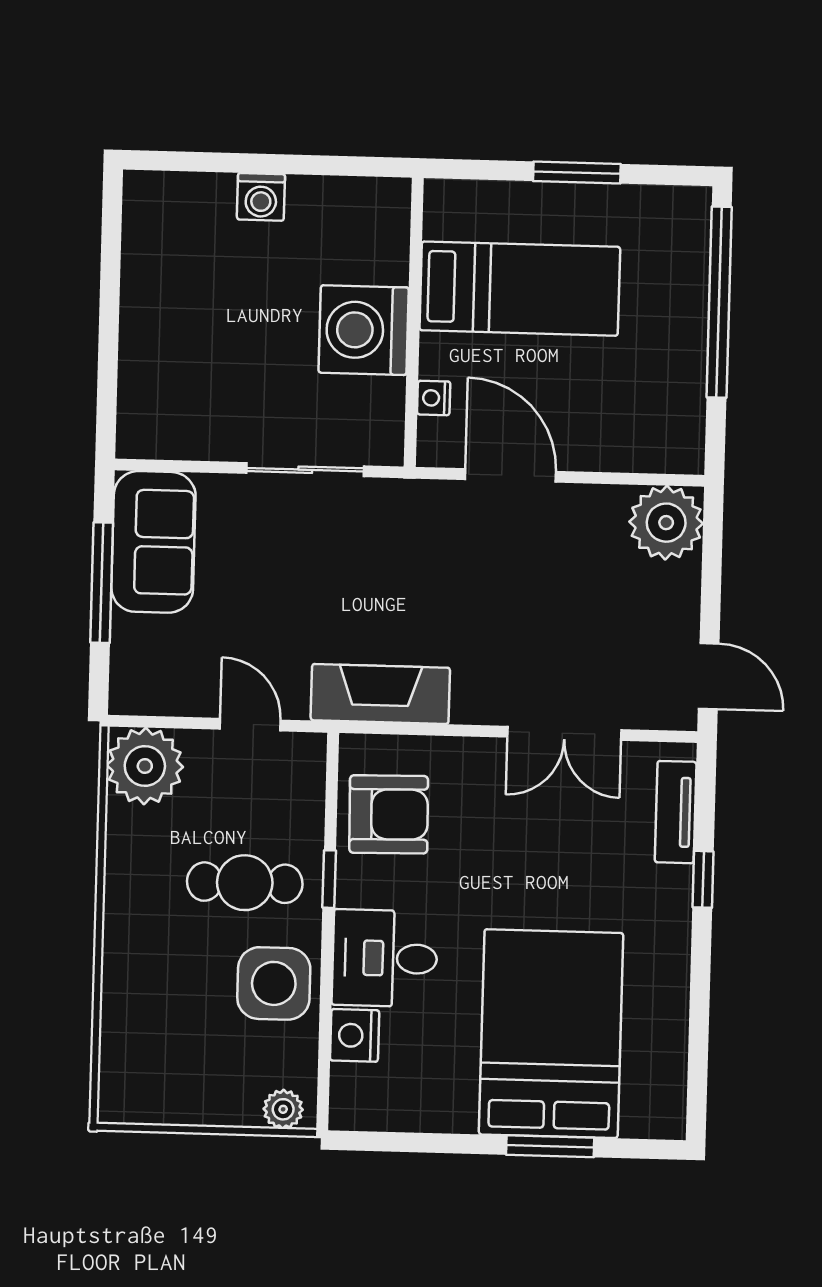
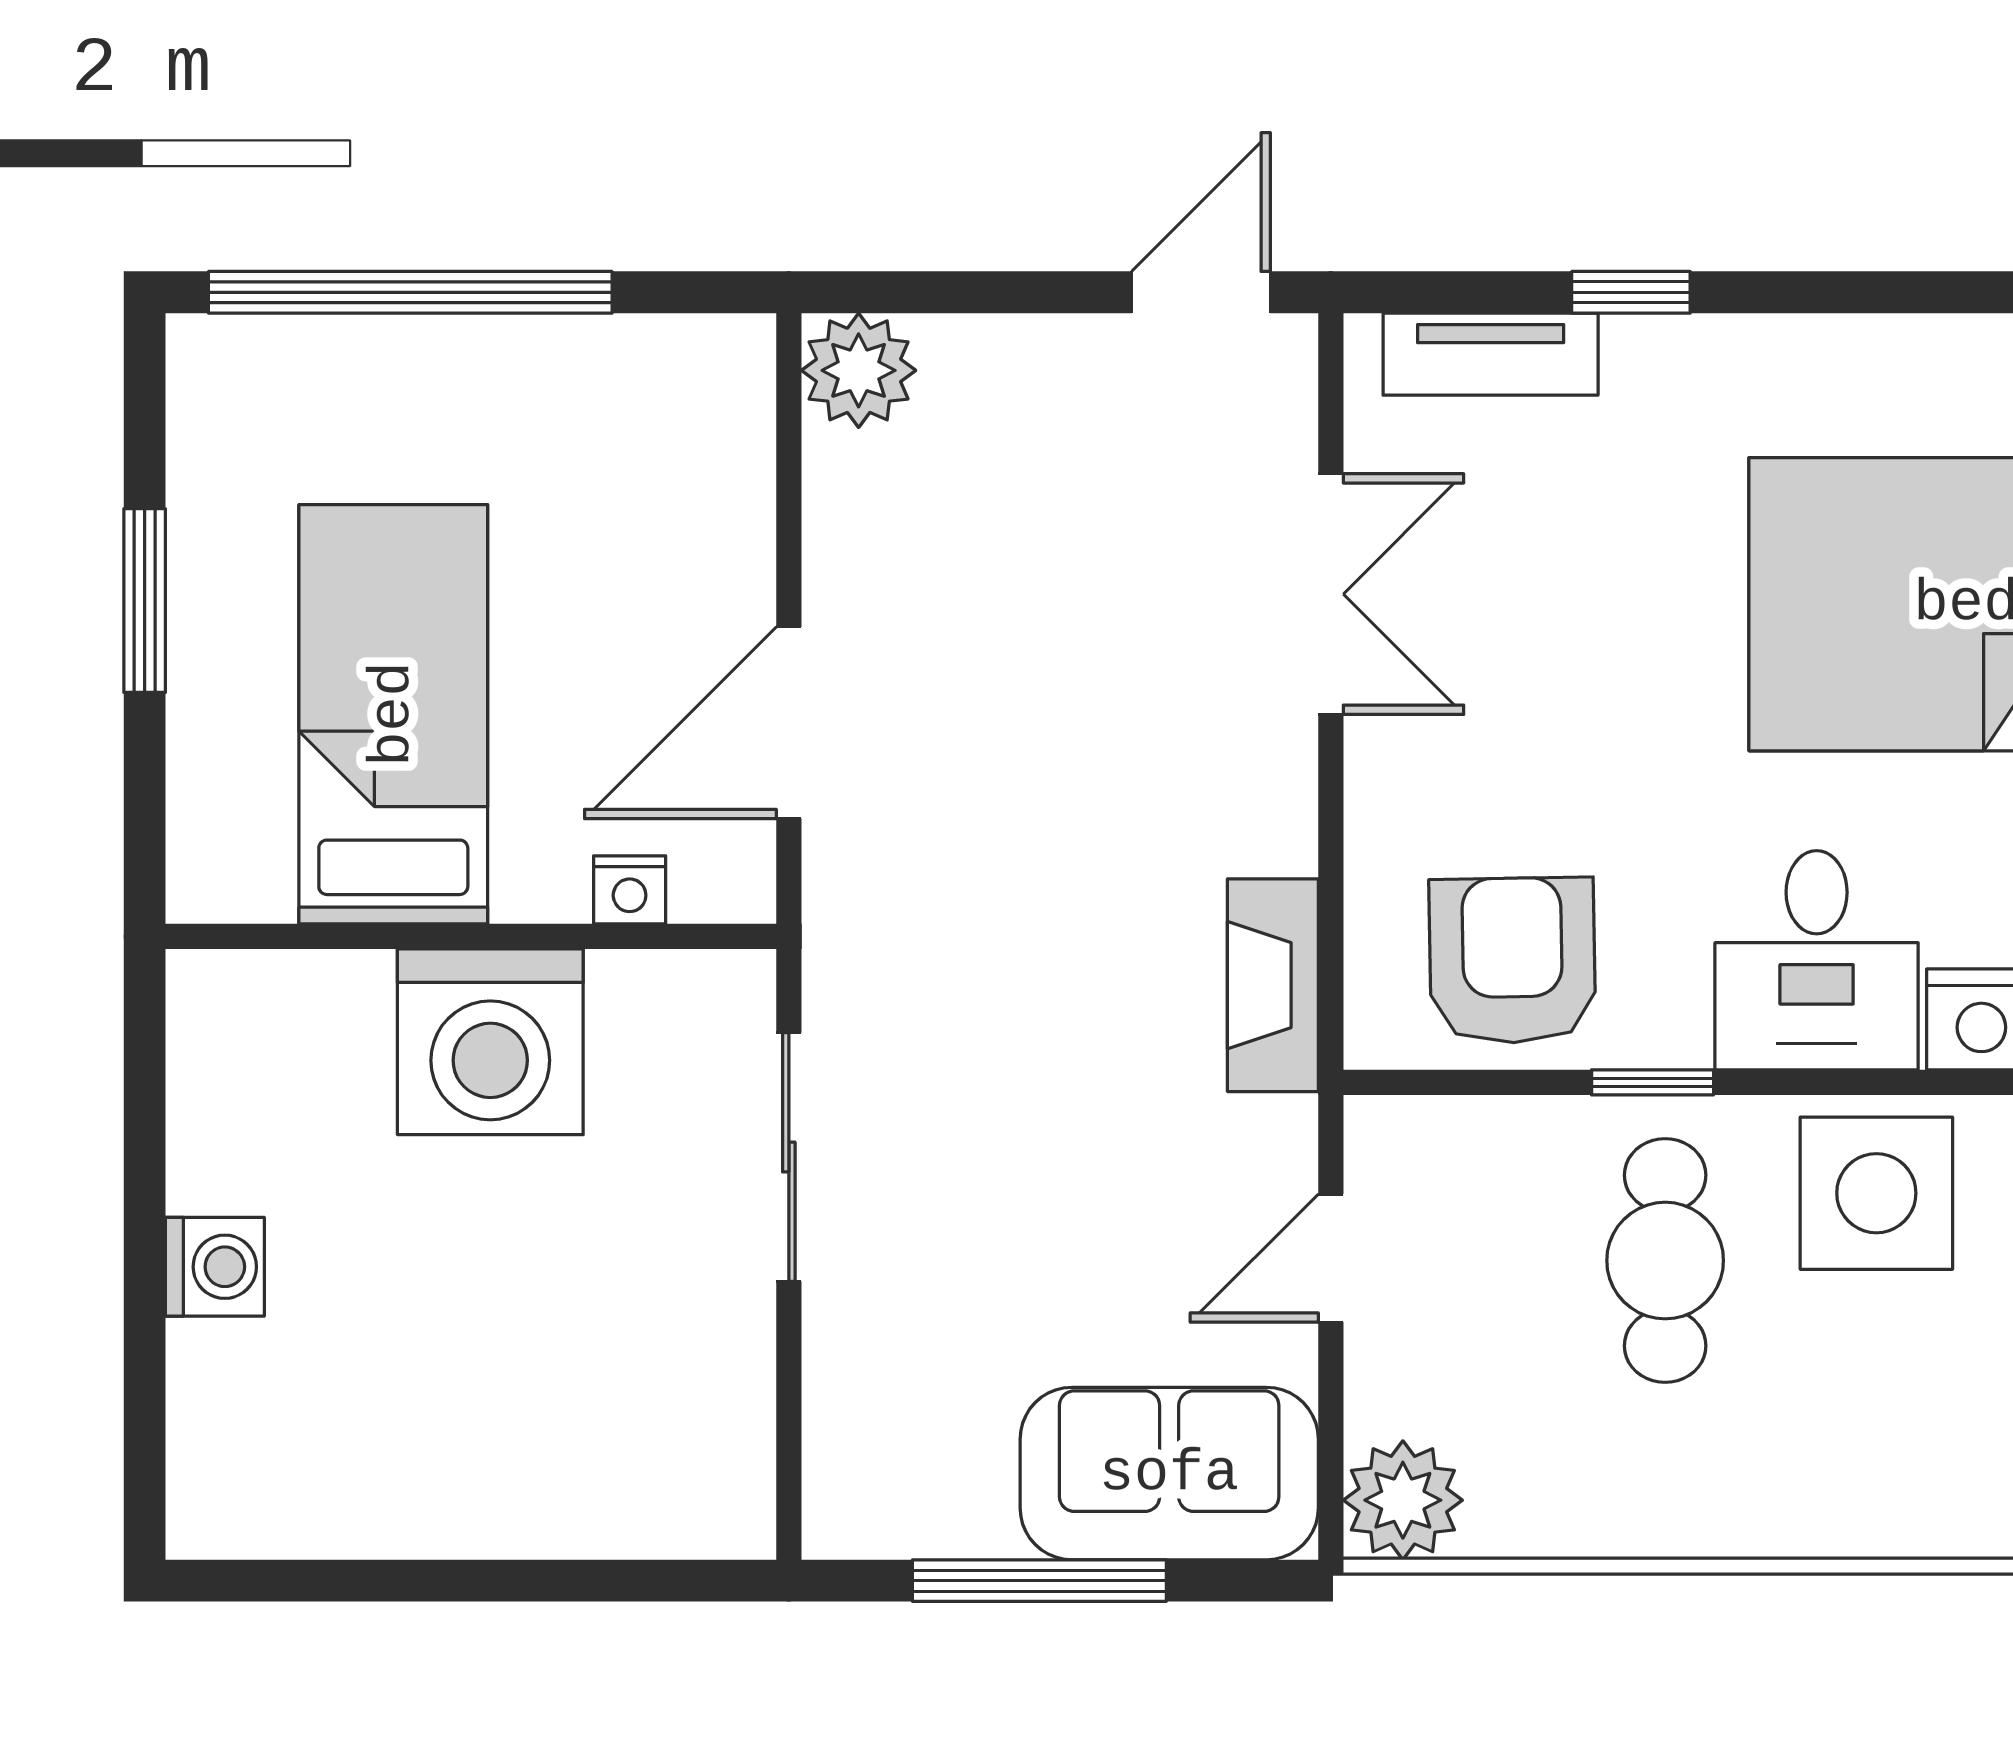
plant: (666, 523) -> (859, 370), width x0.73, depth x0.73
sofa: (153, 542) -> (1169, 1474), moved
fireplace: (380, 694) -> (1273, 985), width x0.73, depth x0.76
plant: (145, 766) -> (1403, 1500), width x0.73, depth x0.73

